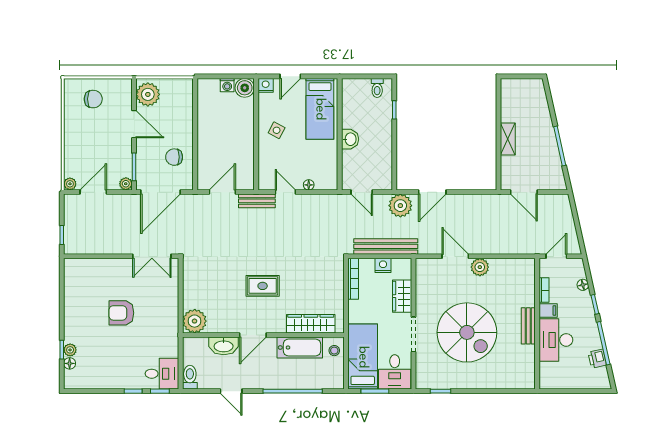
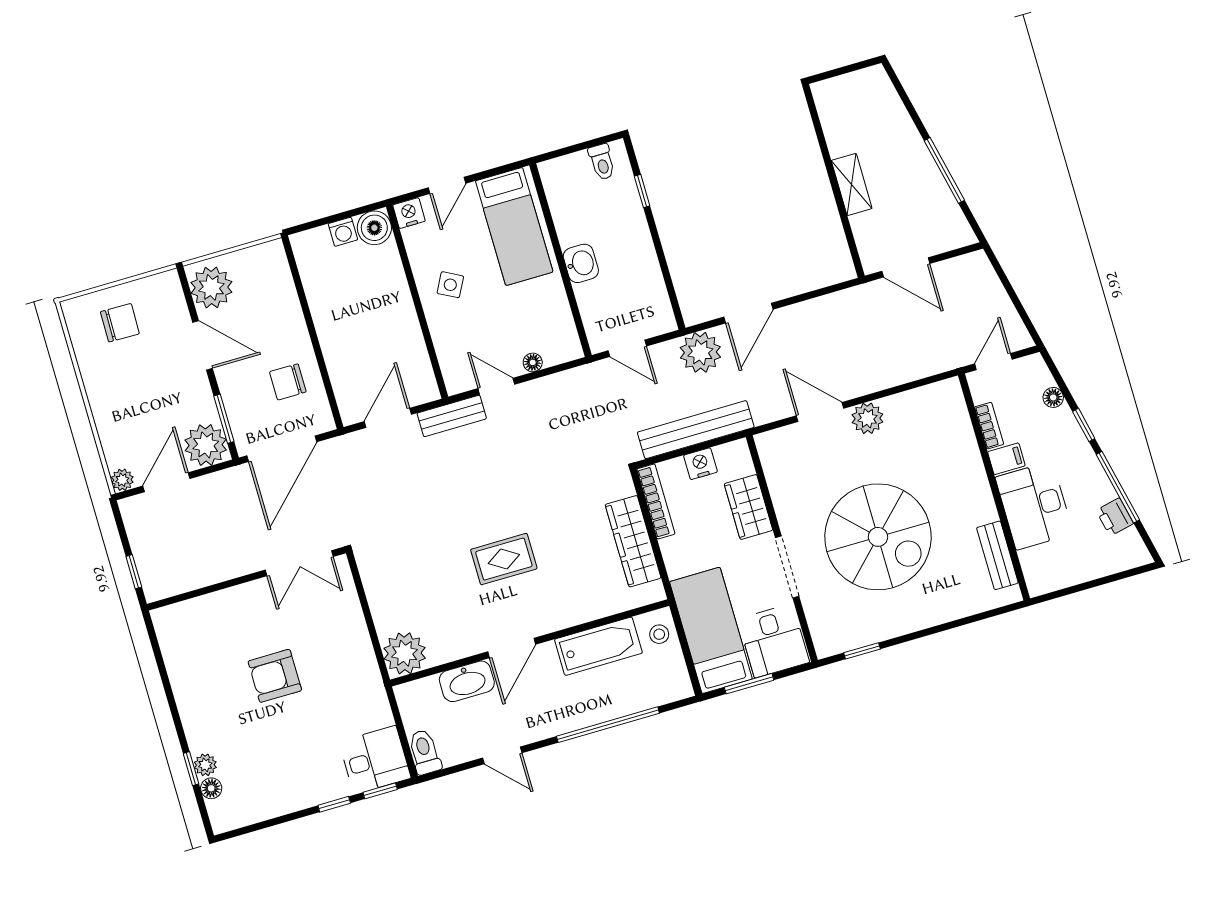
plant: (126, 184) -> (206, 445), width x1.88, depth x1.88
wardrobe: (311, 324) -> (633, 541), moved, turned -90
bench: (528, 326) -> (997, 555), moved

